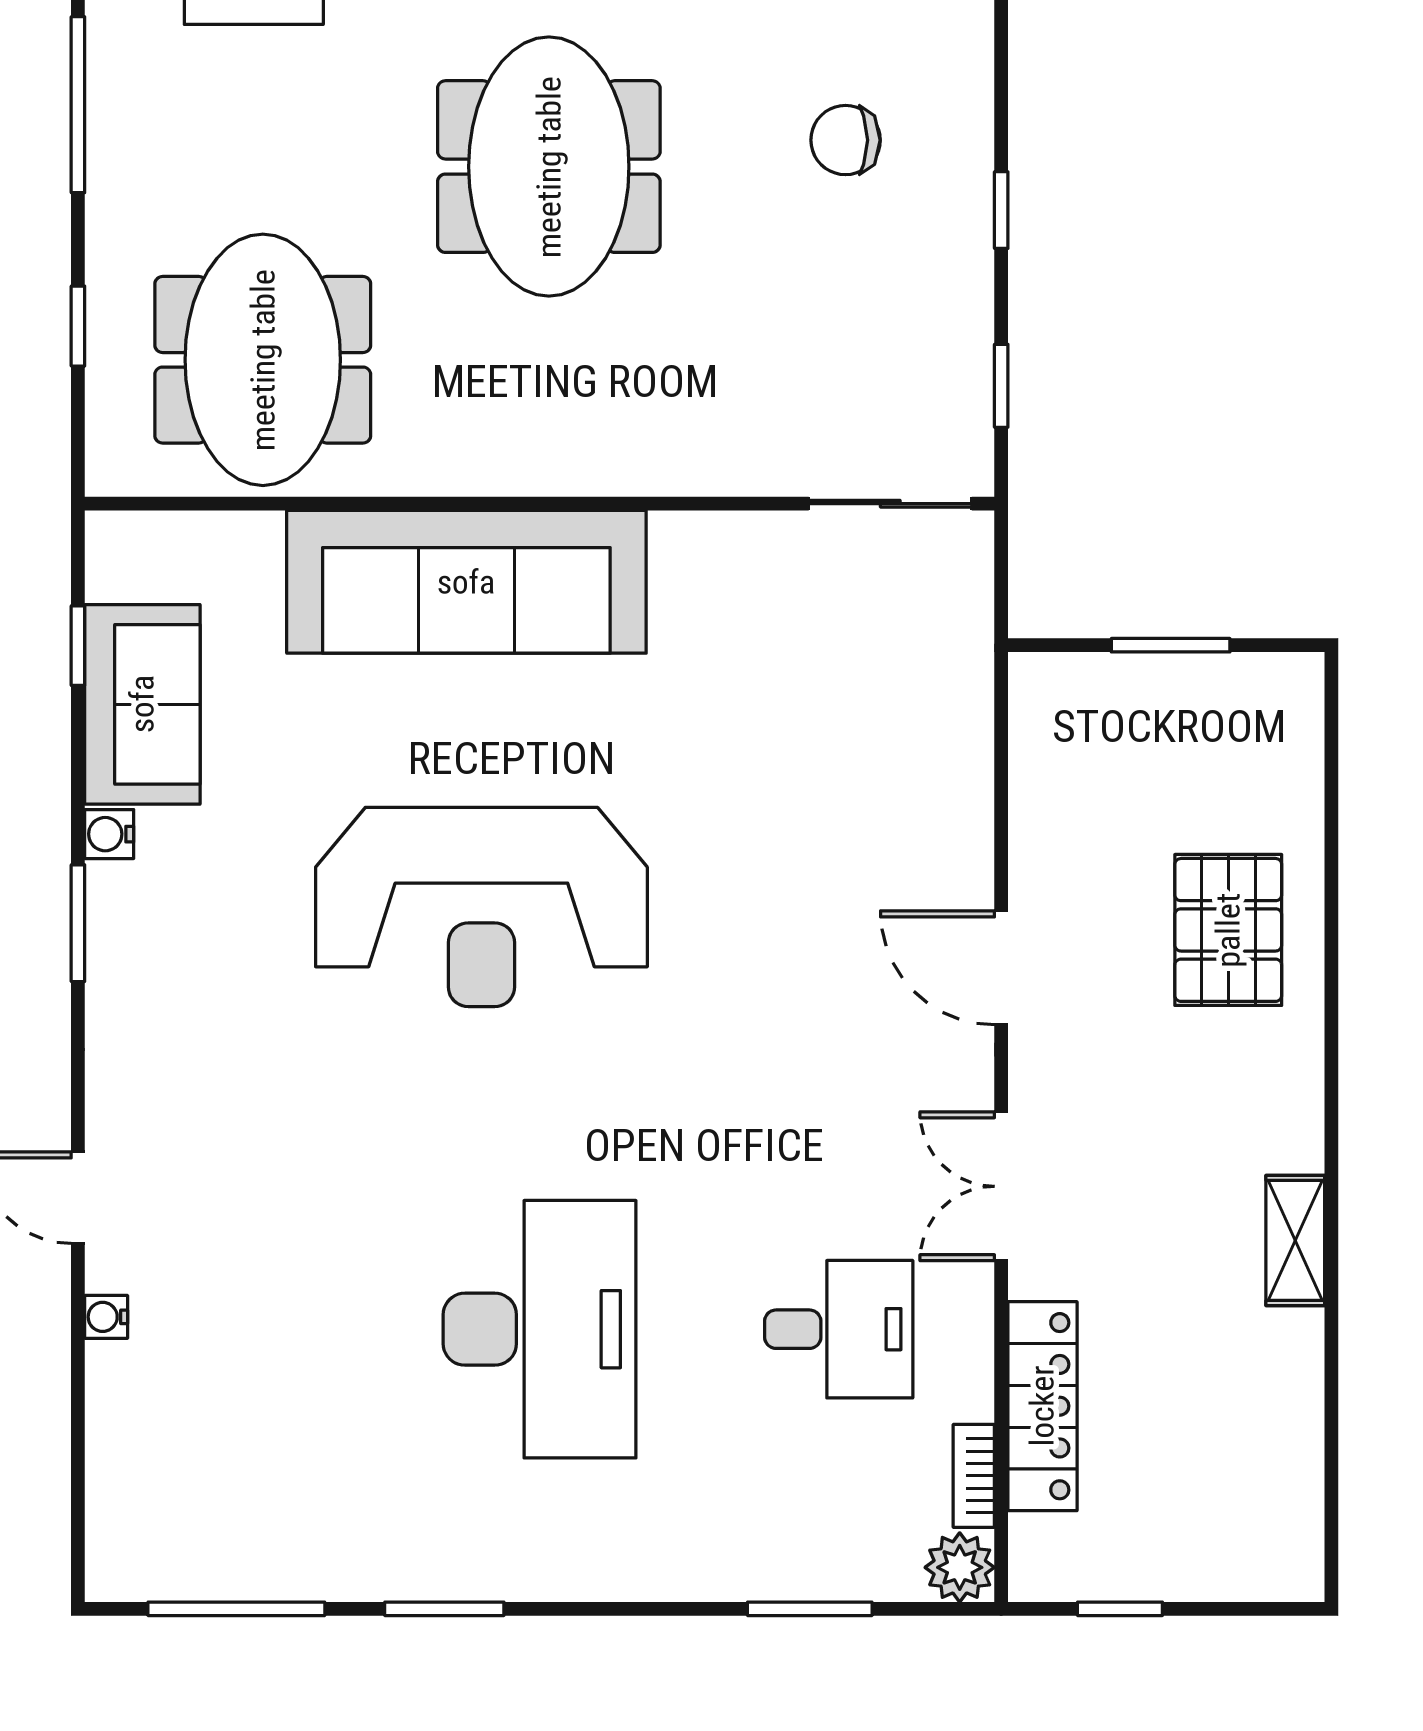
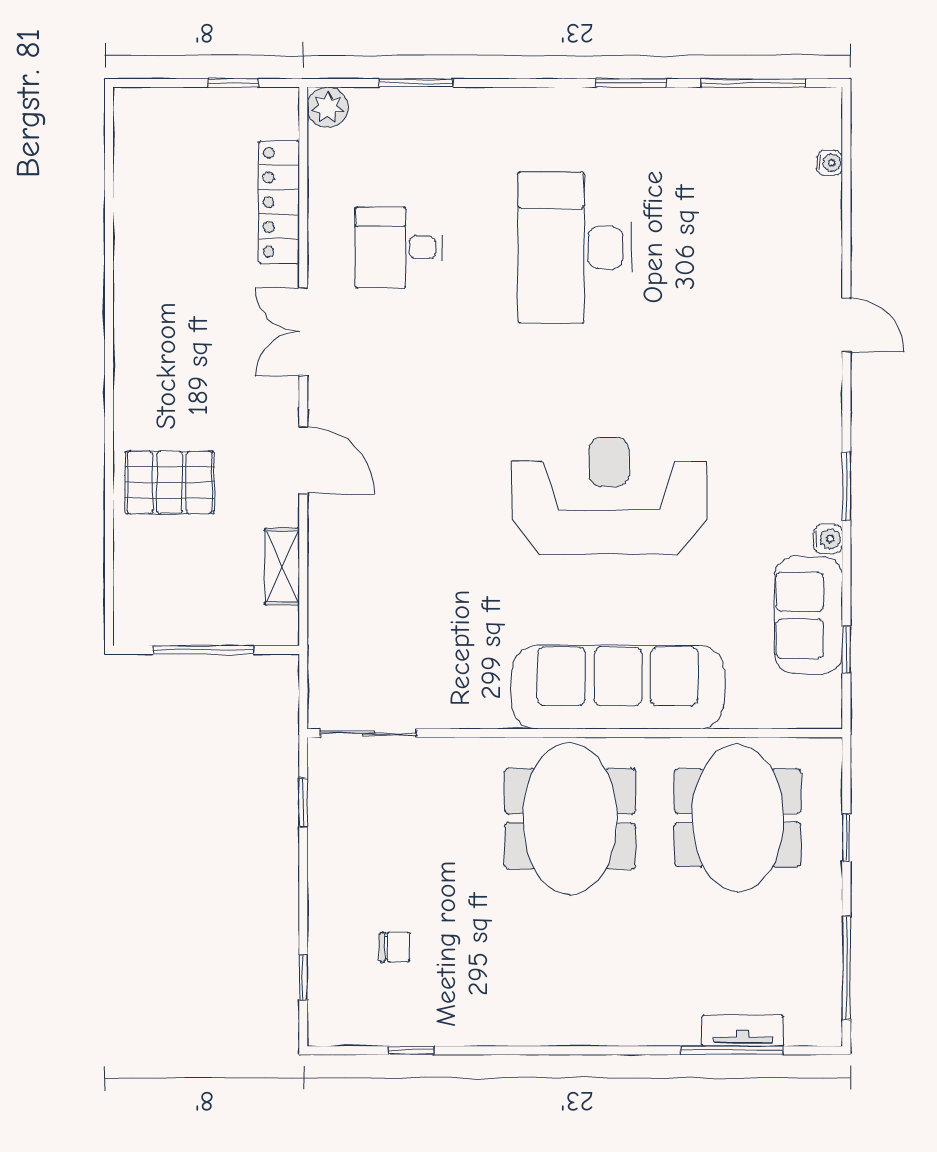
chair: (846, 140) -> (395, 947), width x0.73, depth x0.73
meeting table: (549, 167) -> (570, 819), moved
window: (1001, 210) -> (303, 977), moved
window: (1171, 645) -> (204, 650), width x1.44
pallet: (1228, 930) -> (170, 482), turned 90
double door: (1001, 1186) -> (303, 332), swing flipped
shelving: (1295, 1240) -> (282, 567), moved
water cooler: (106, 1317) -> (830, 163), moved
bookcase: (974, 1476) -> (319, 161), removed

